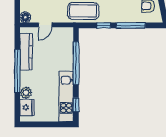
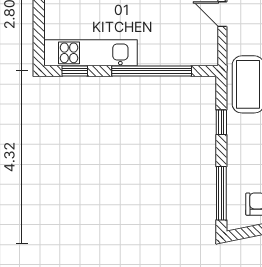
window: (131, 25) -> (221, 193), moved

